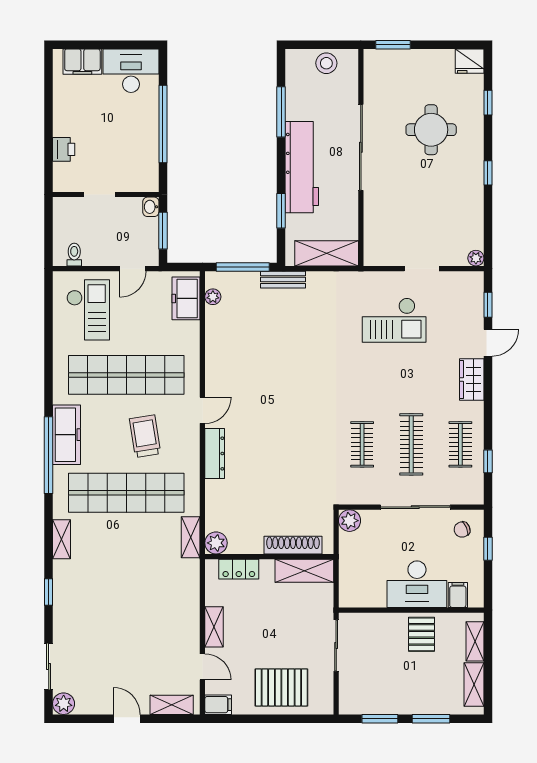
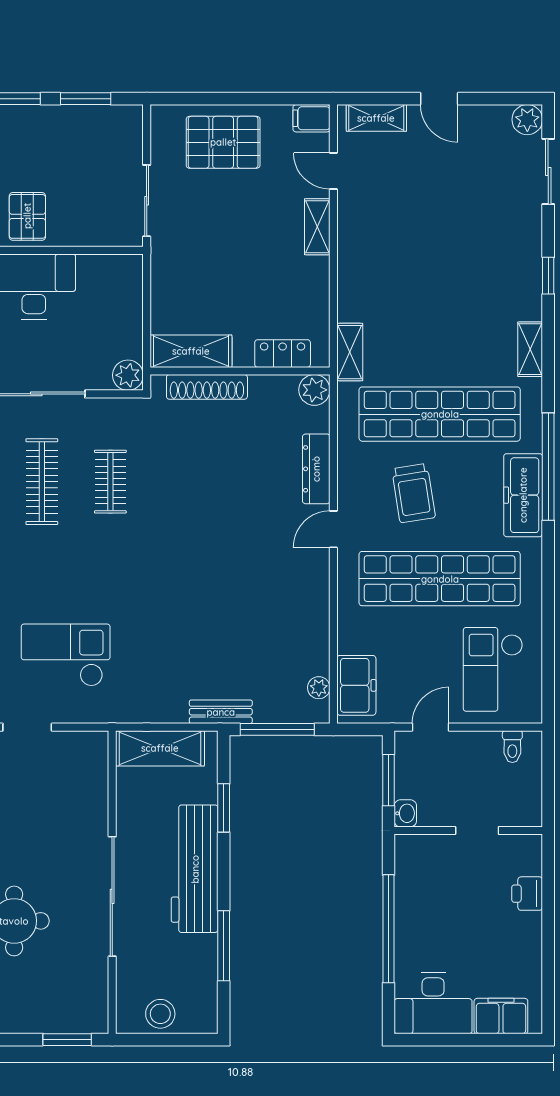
plant: (216, 543) -> (314, 390), moved
shoe rack: (293, 545) -> (207, 387), moved
wall: (269, 557) -> (240, 371), moved
locker: (239, 569) -> (283, 354), moved
shelving: (304, 571) -> (191, 351), moved

